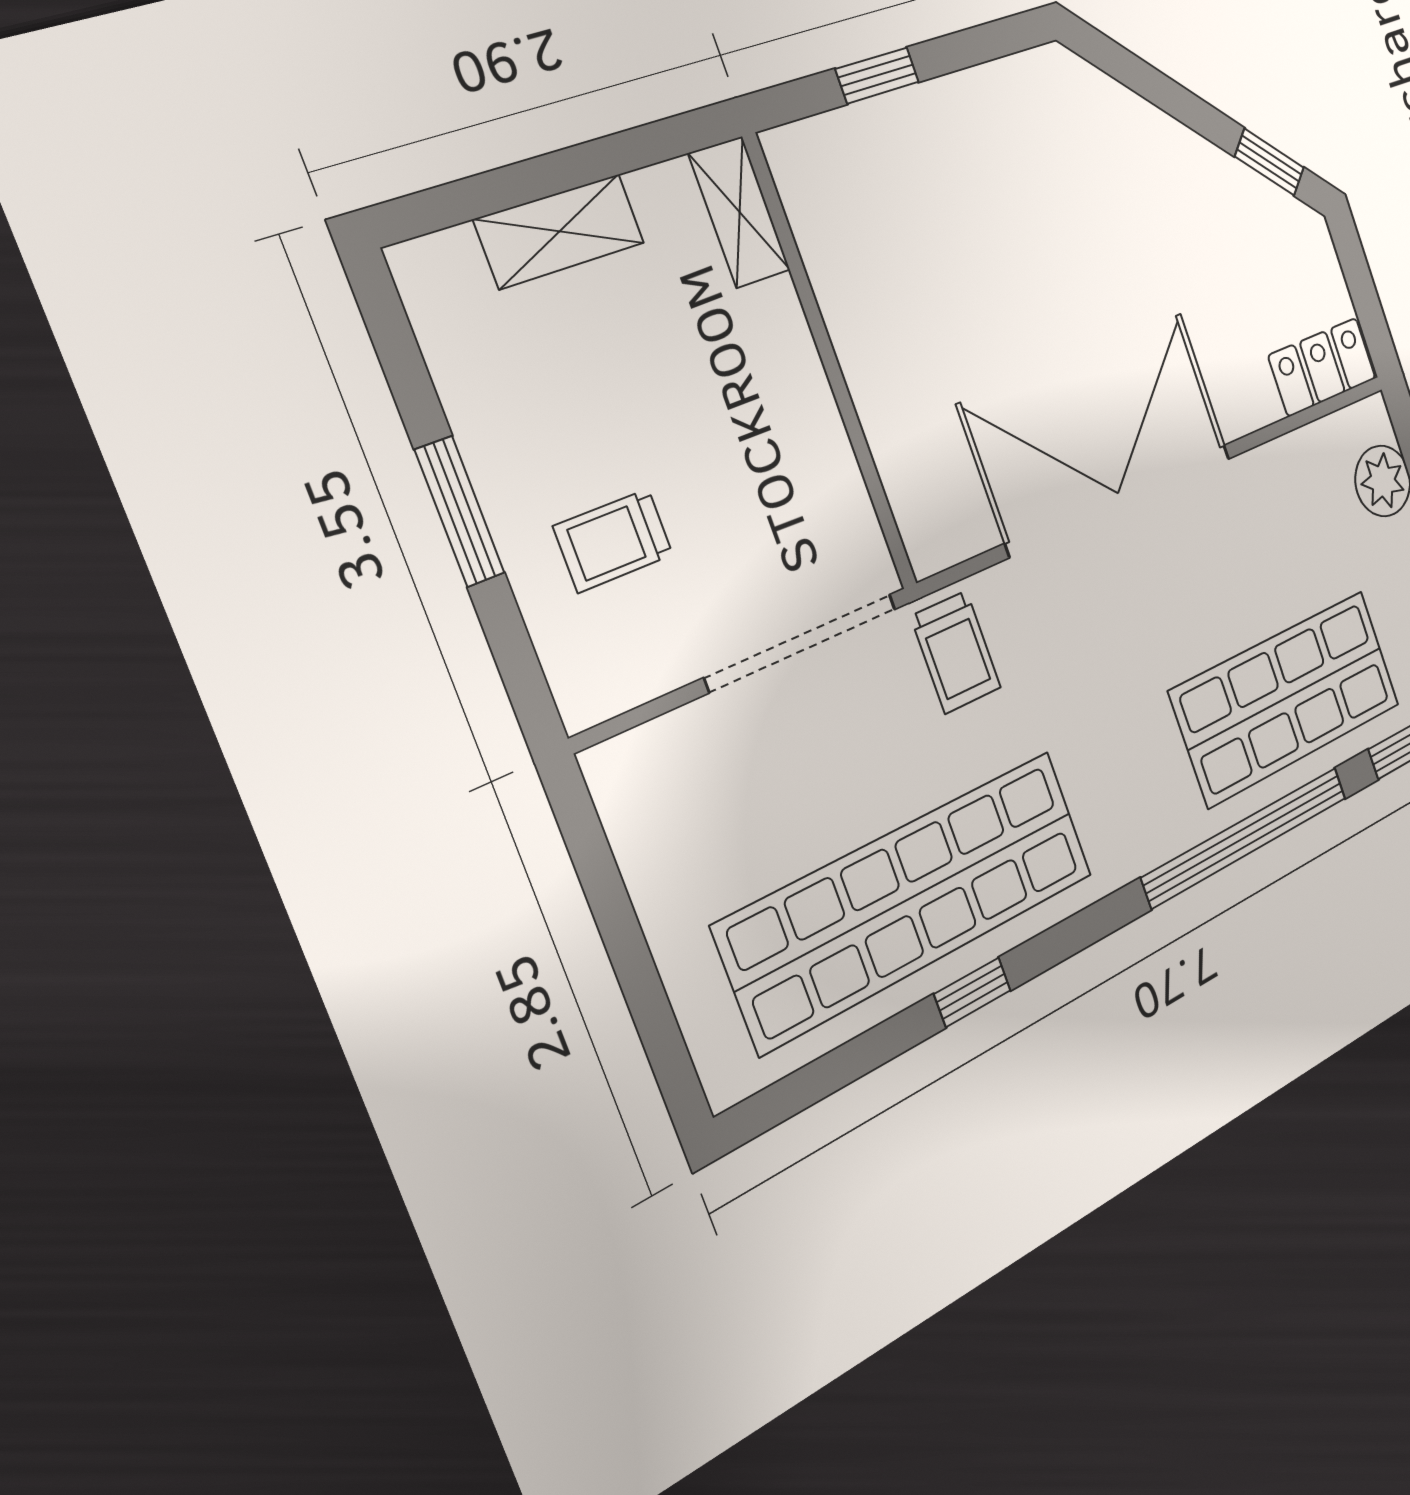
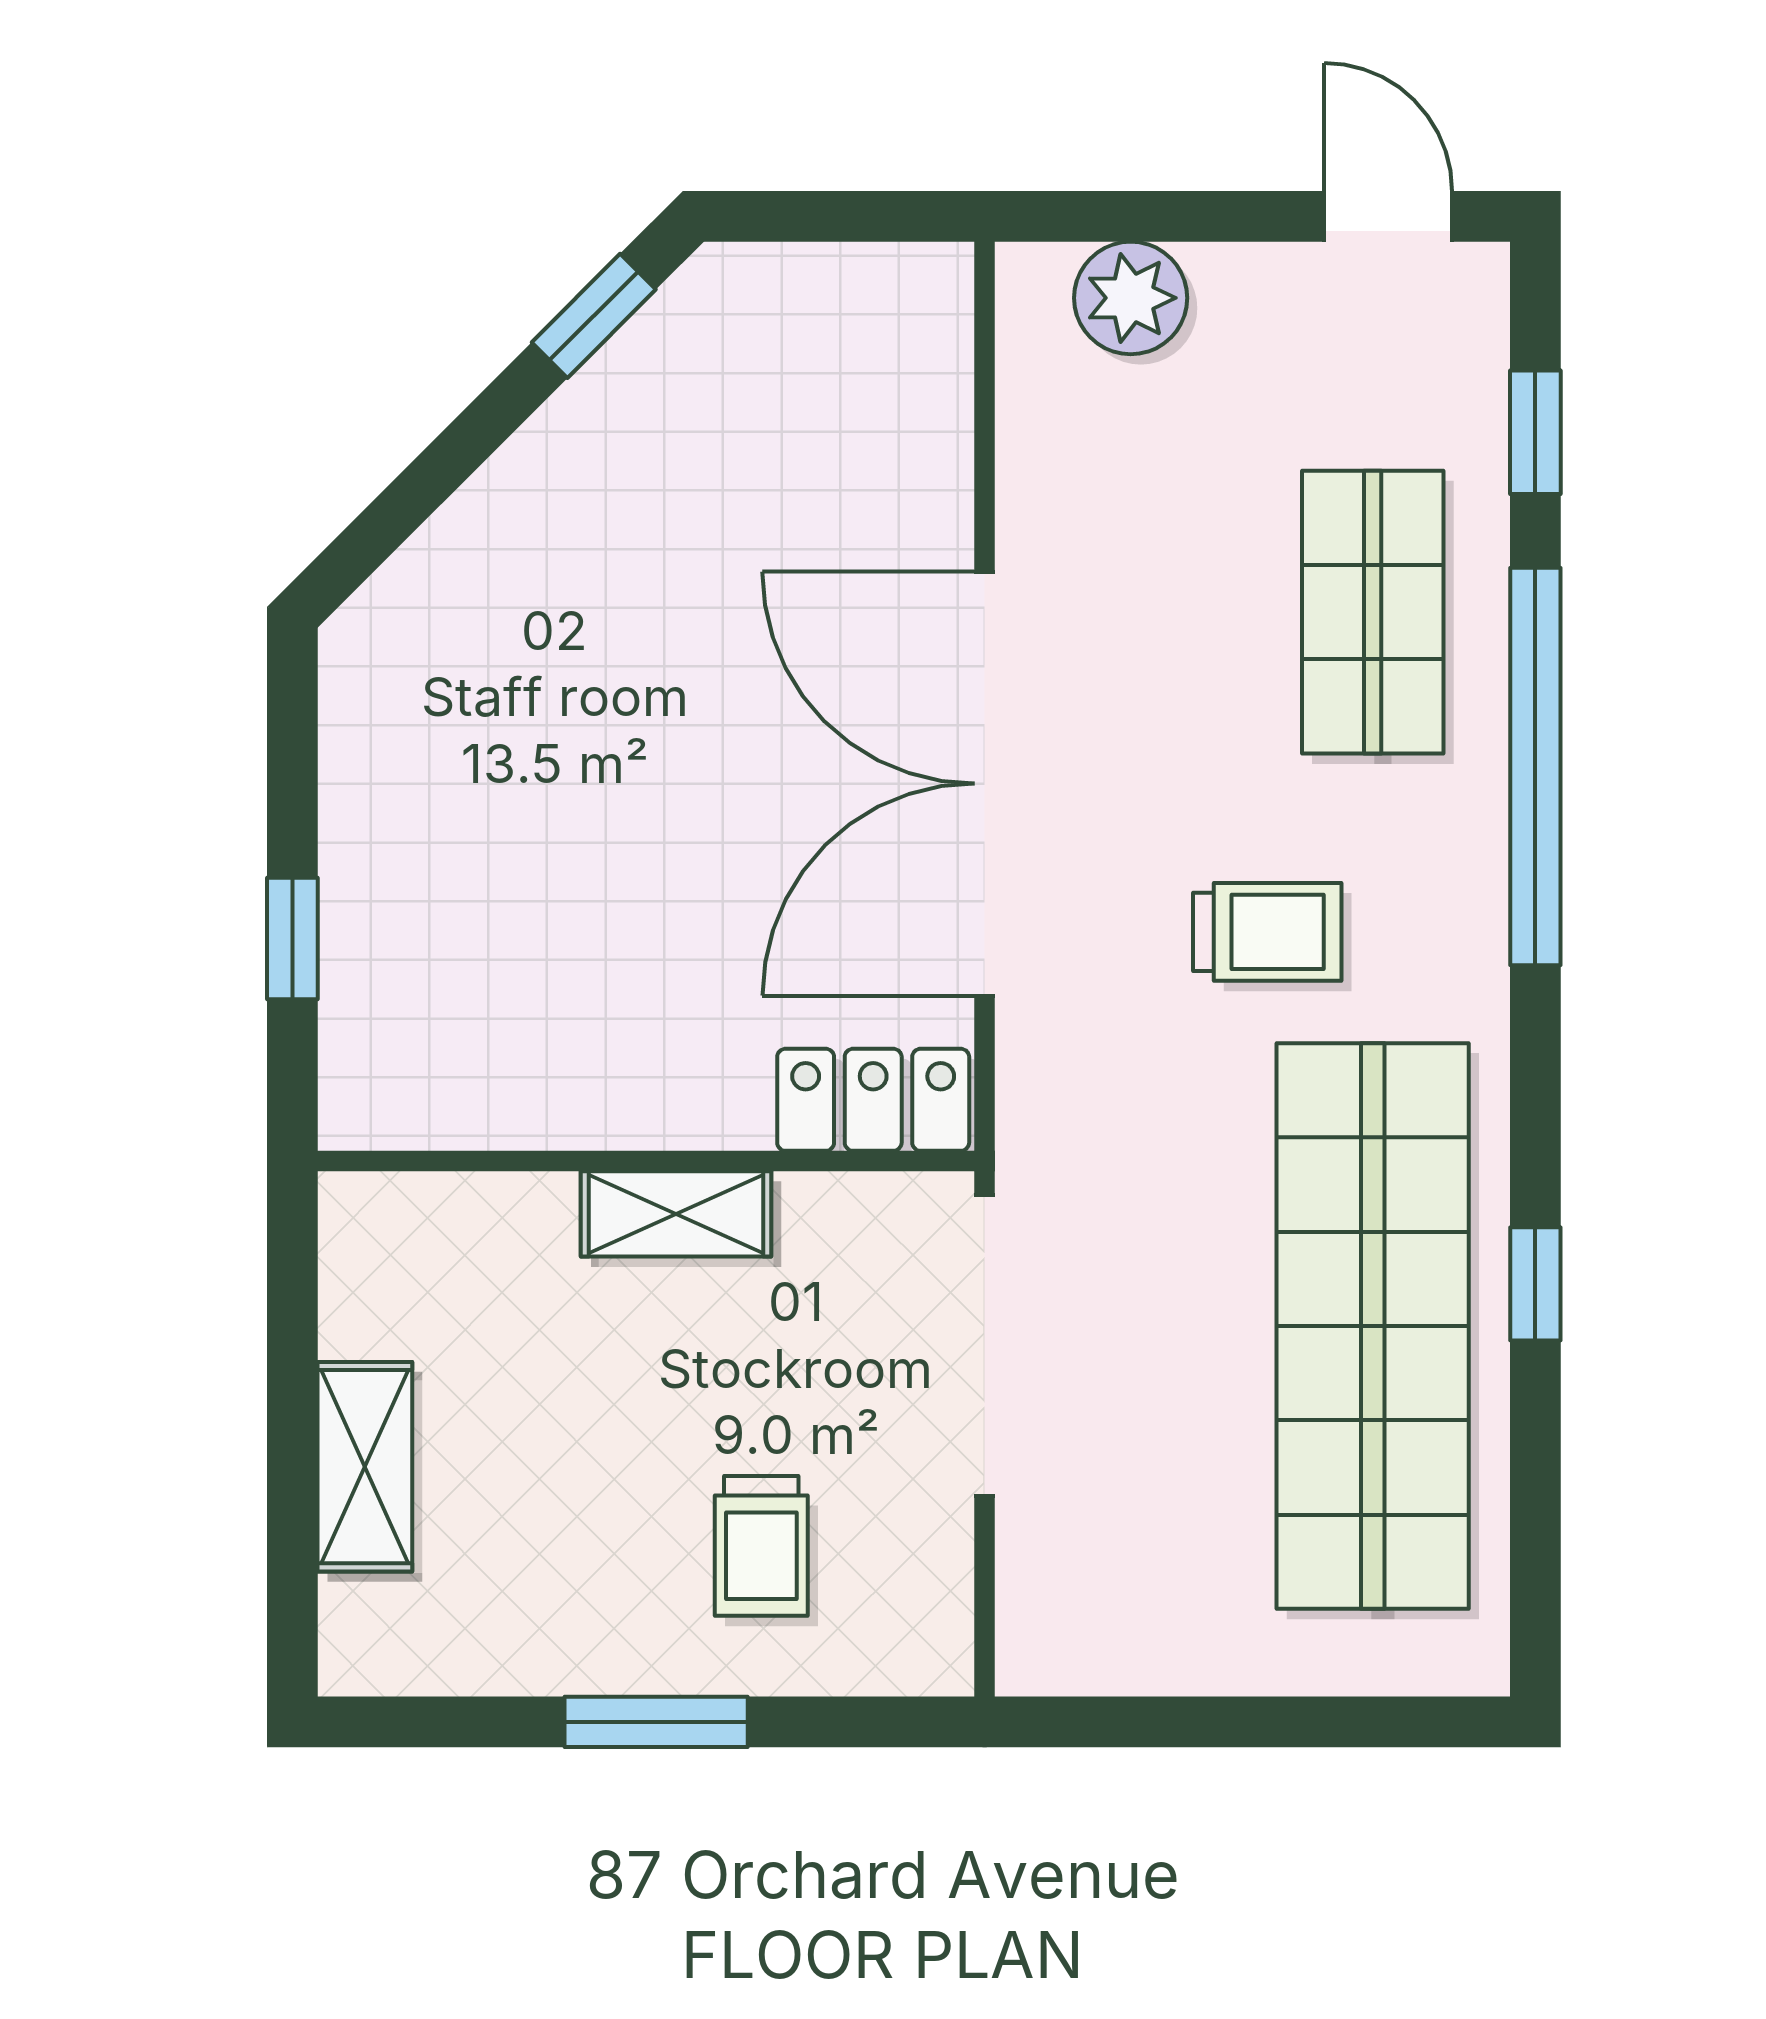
shelving: (739, 212) -> (676, 1214), moved
locker: (1322, 367) -> (873, 1100), moved, turned 90
trolley: (956, 652) -> (1267, 932), moved
shop shelf: (1287, 698) -> (1373, 612), width x0.70, depth x0.74

